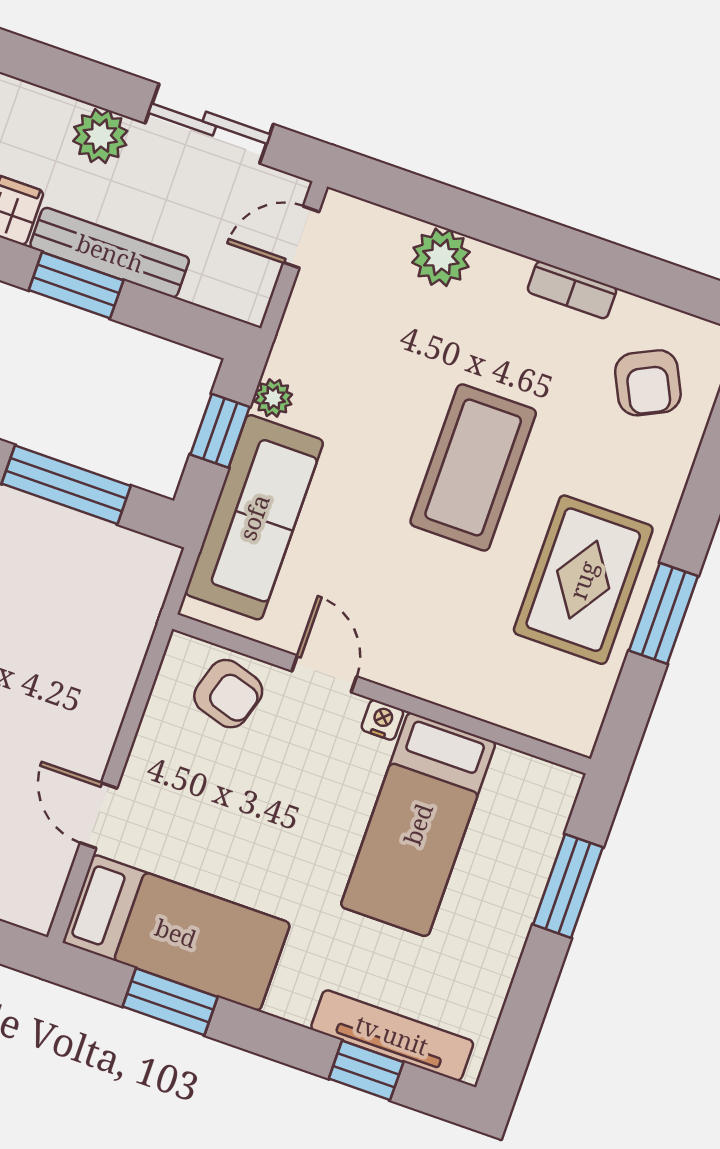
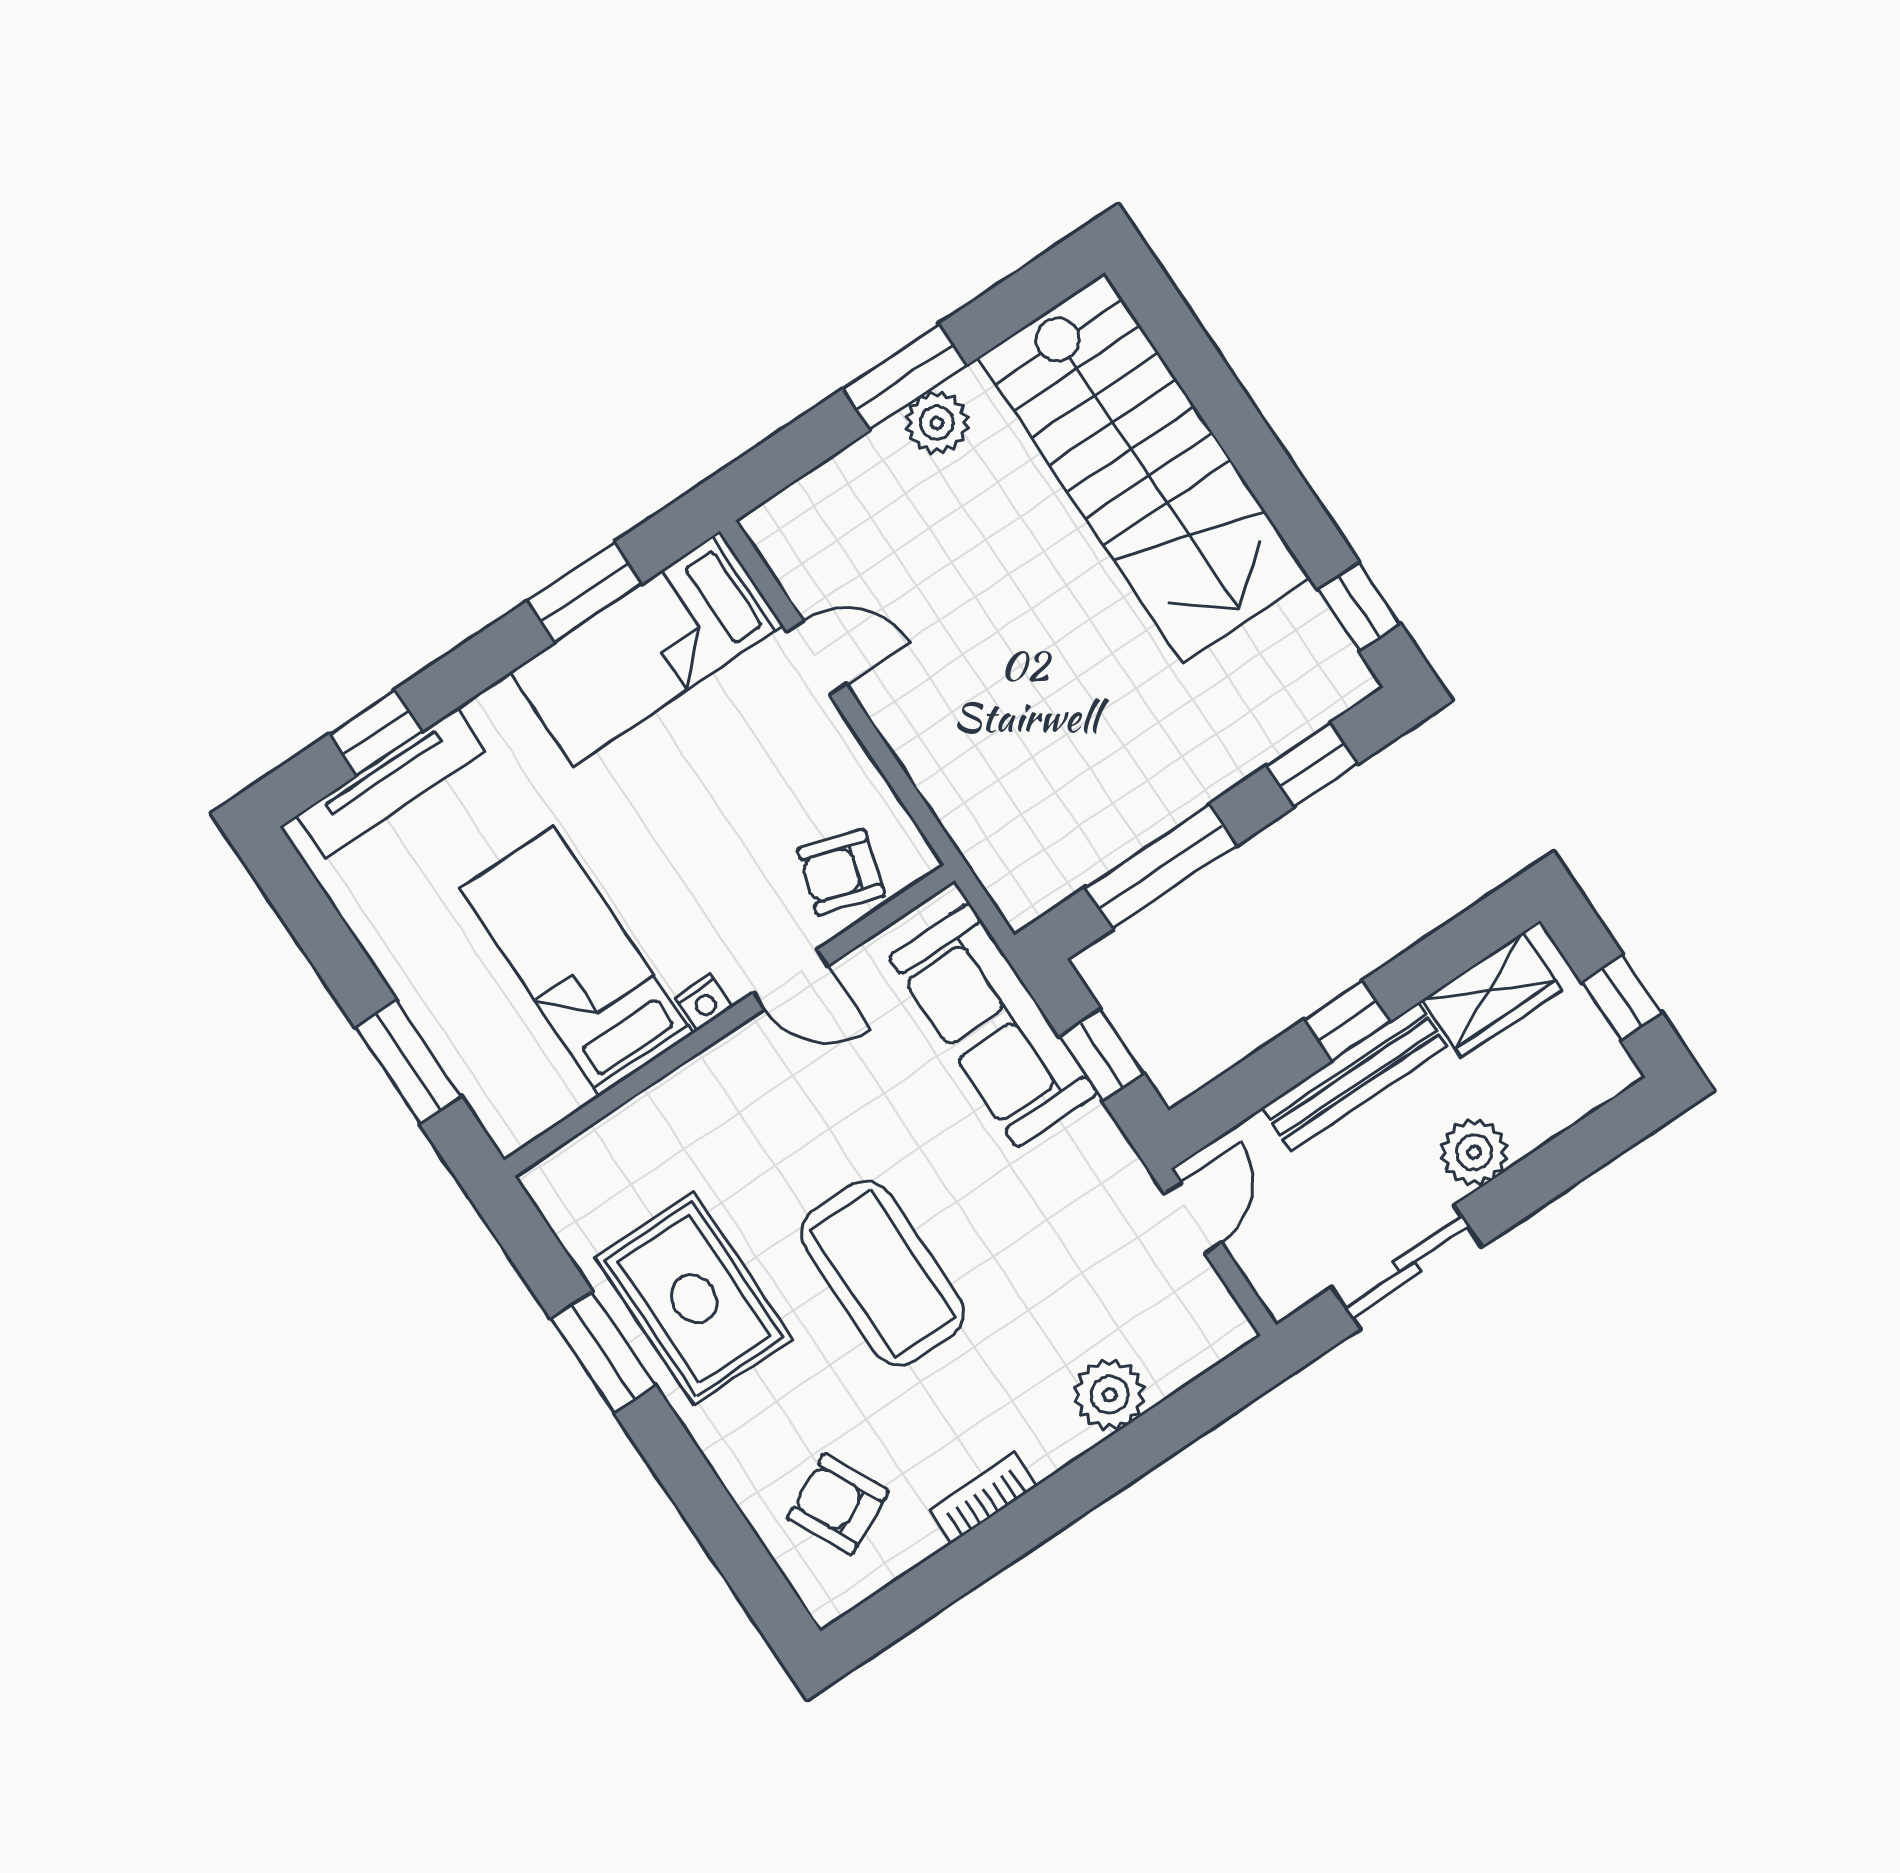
door: (301, 237) -> (1193, 1218), moved
window: (76, 285) -> (1347, 1021), width x0.67
plant: (273, 398) -> (1095, 1130), removed

